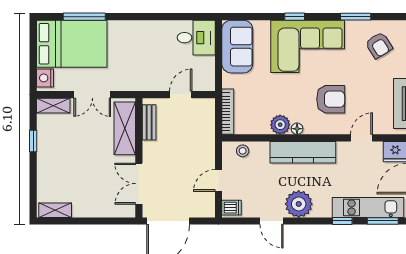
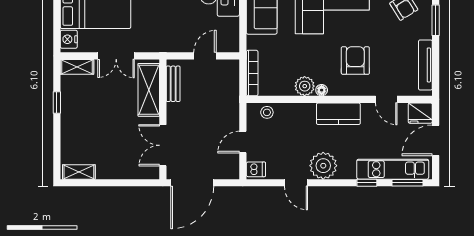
armchair: (331, 99) -> (355, 61), turned -90
door: (362, 138) -> (386, 99), swing flipped
kitchen counter: (303, 152) -> (338, 114), width x0.67

